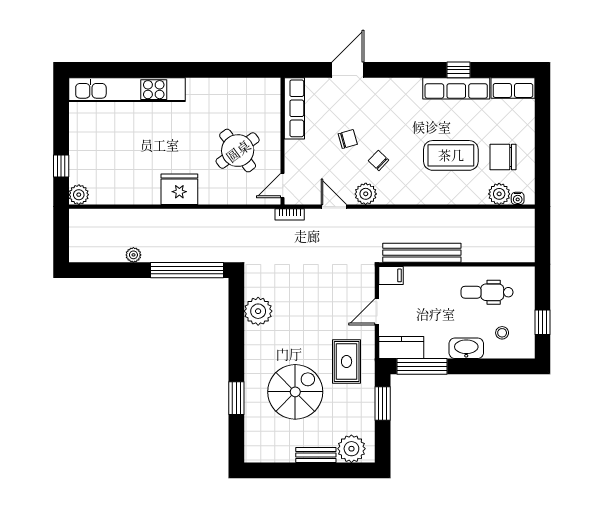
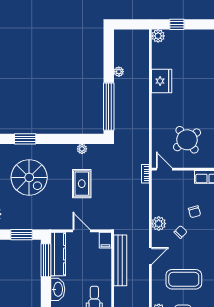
coffee table: (451, 155) -> (184, 279), turned 90
fridge: (179, 189) -> (162, 81), moved
door: (334, 207) -> (150, 256), moved
plant: (258, 311) -> (82, 149), width x0.53, depth x0.53
kitchen counter: (401, 348) -> (58, 254), width x1.50
rug: (347, 362) -> (82, 184), moved, turned 90

